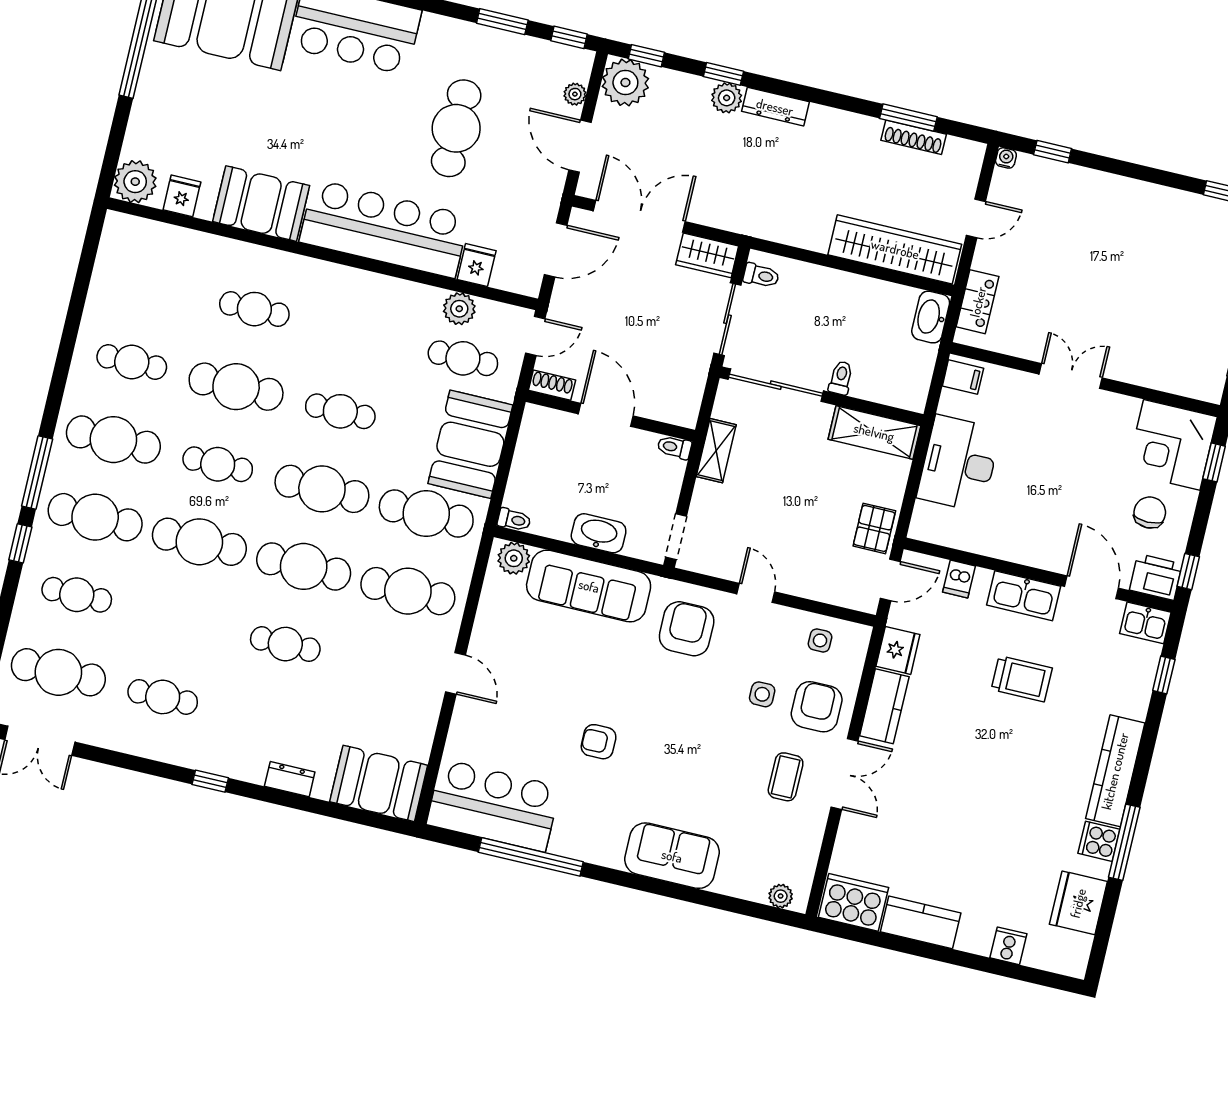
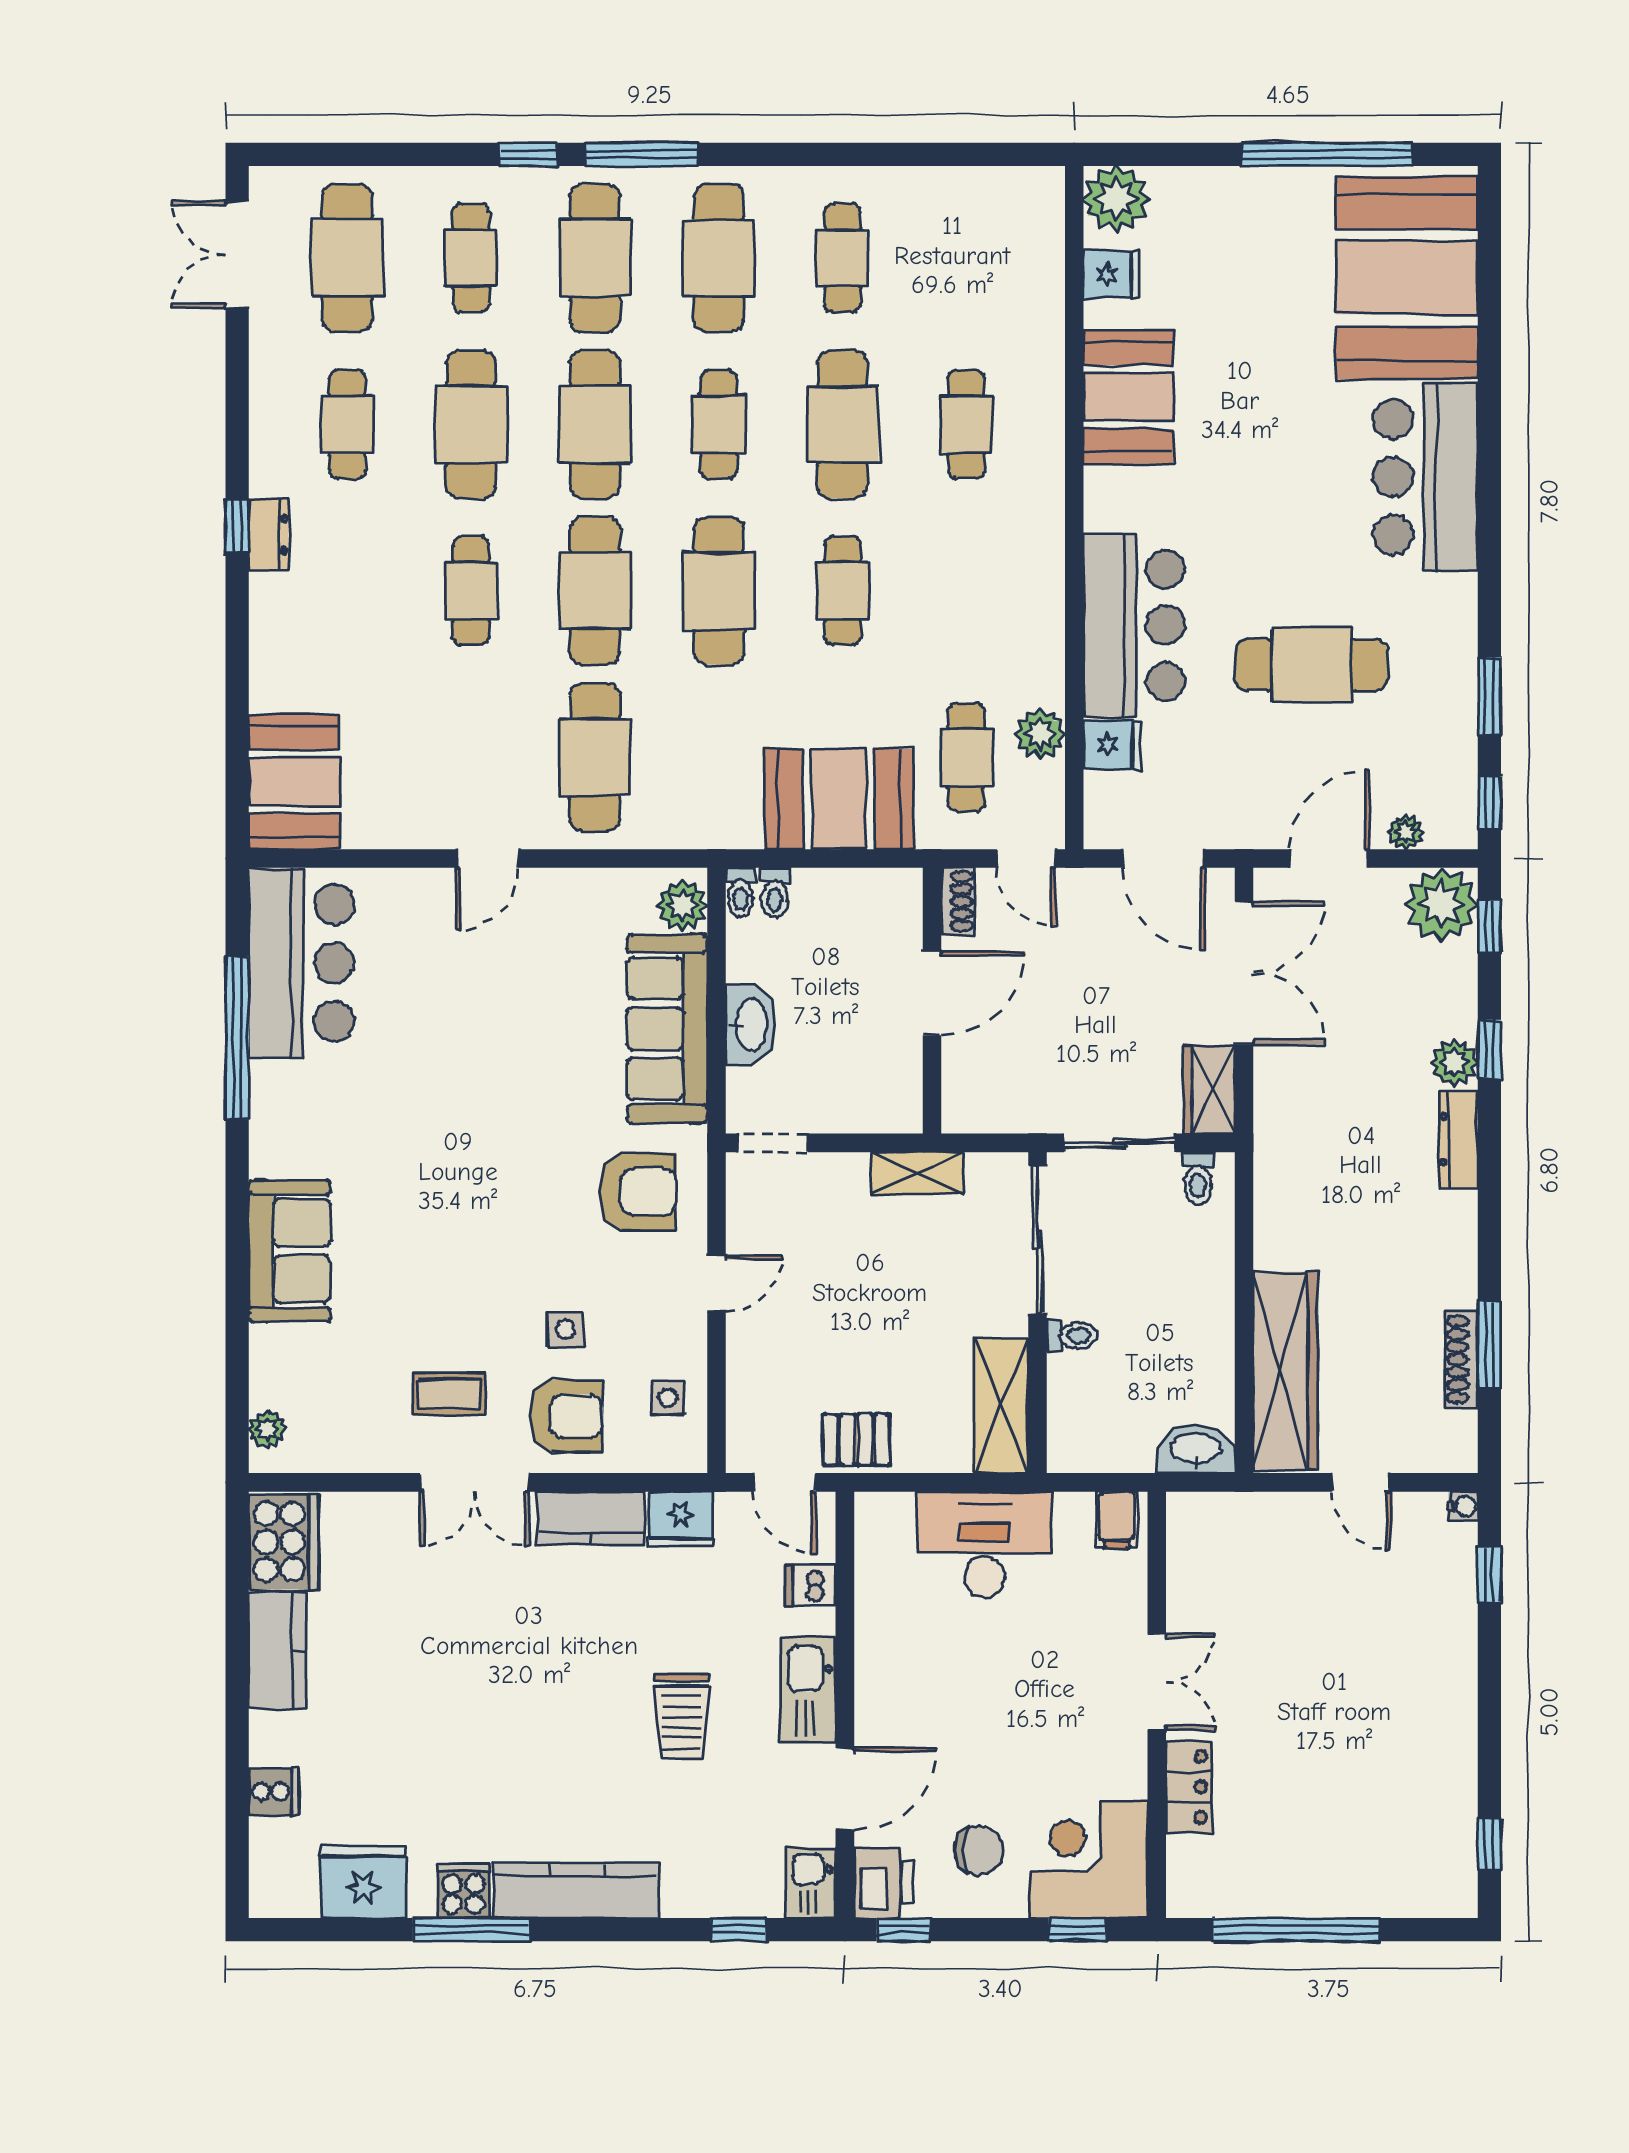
bar counter: (384, 229) -> (1134, 625), width x0.73
locker: (978, 302) -> (1189, 1787), moved, turned -90
toilet: (674, 447) -> (775, 893), moved, turned 180
cafe table: (426, 514) -> (471, 424), moved
armchair: (599, 742) -> (435, 1099), removed
dresser: (290, 779) -> (269, 535), moved

